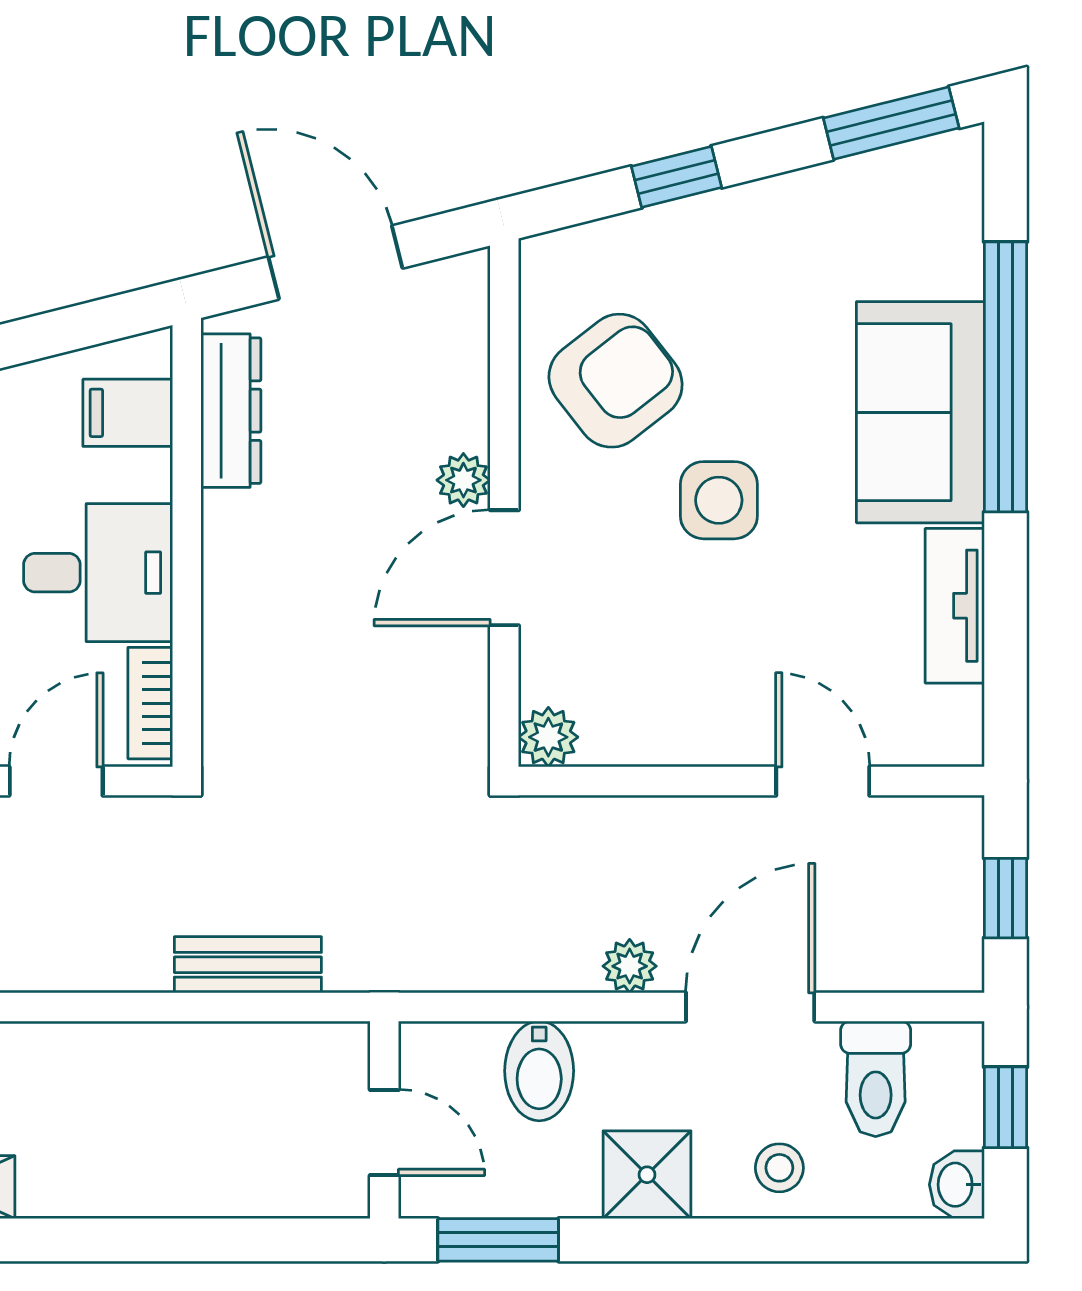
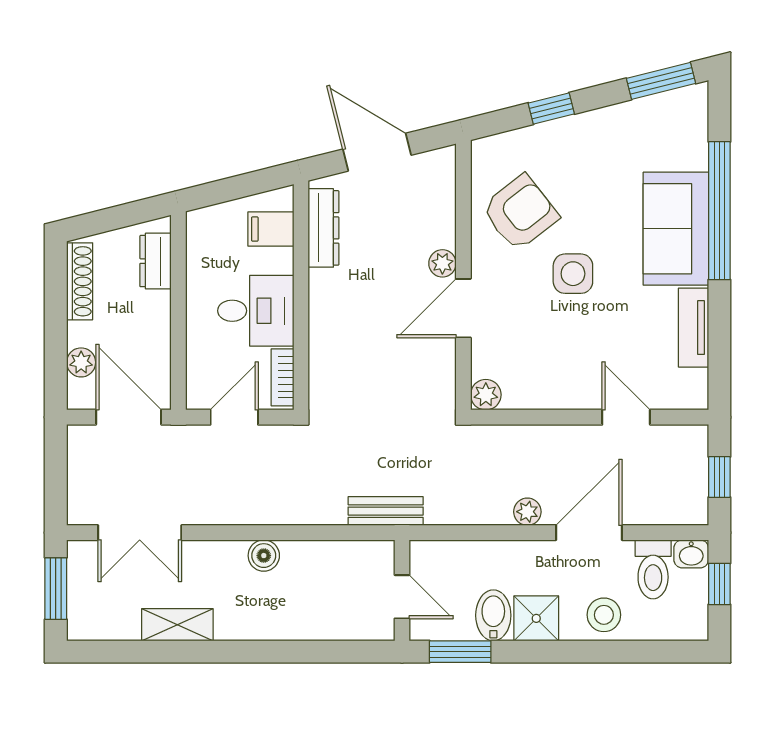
bench: (248, 965) -> (386, 511), moved
boiler: (114, 1052) -> (264, 556), added
bidet: (539, 1071) -> (493, 615), moved, turned 180
stool: (779, 1168) -> (604, 615), width x1.37, depth x1.37
washbasin: (957, 1185) -> (691, 554), moved, turned -90

